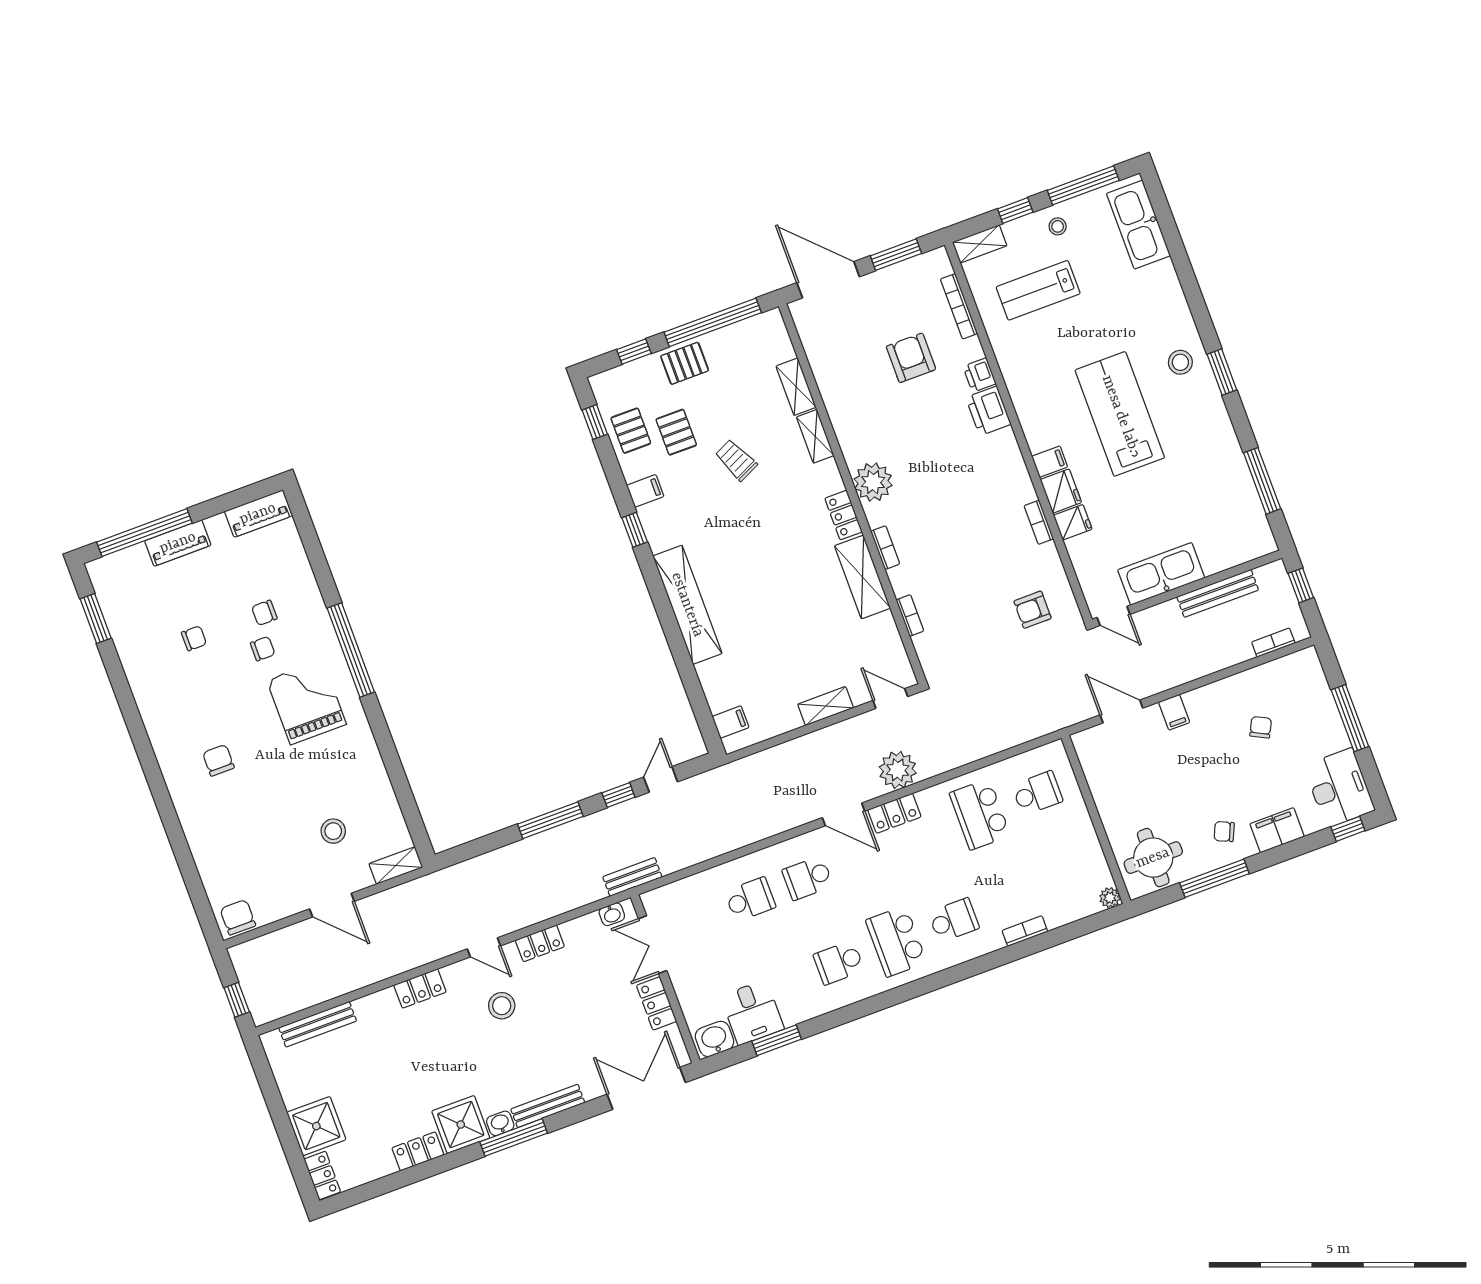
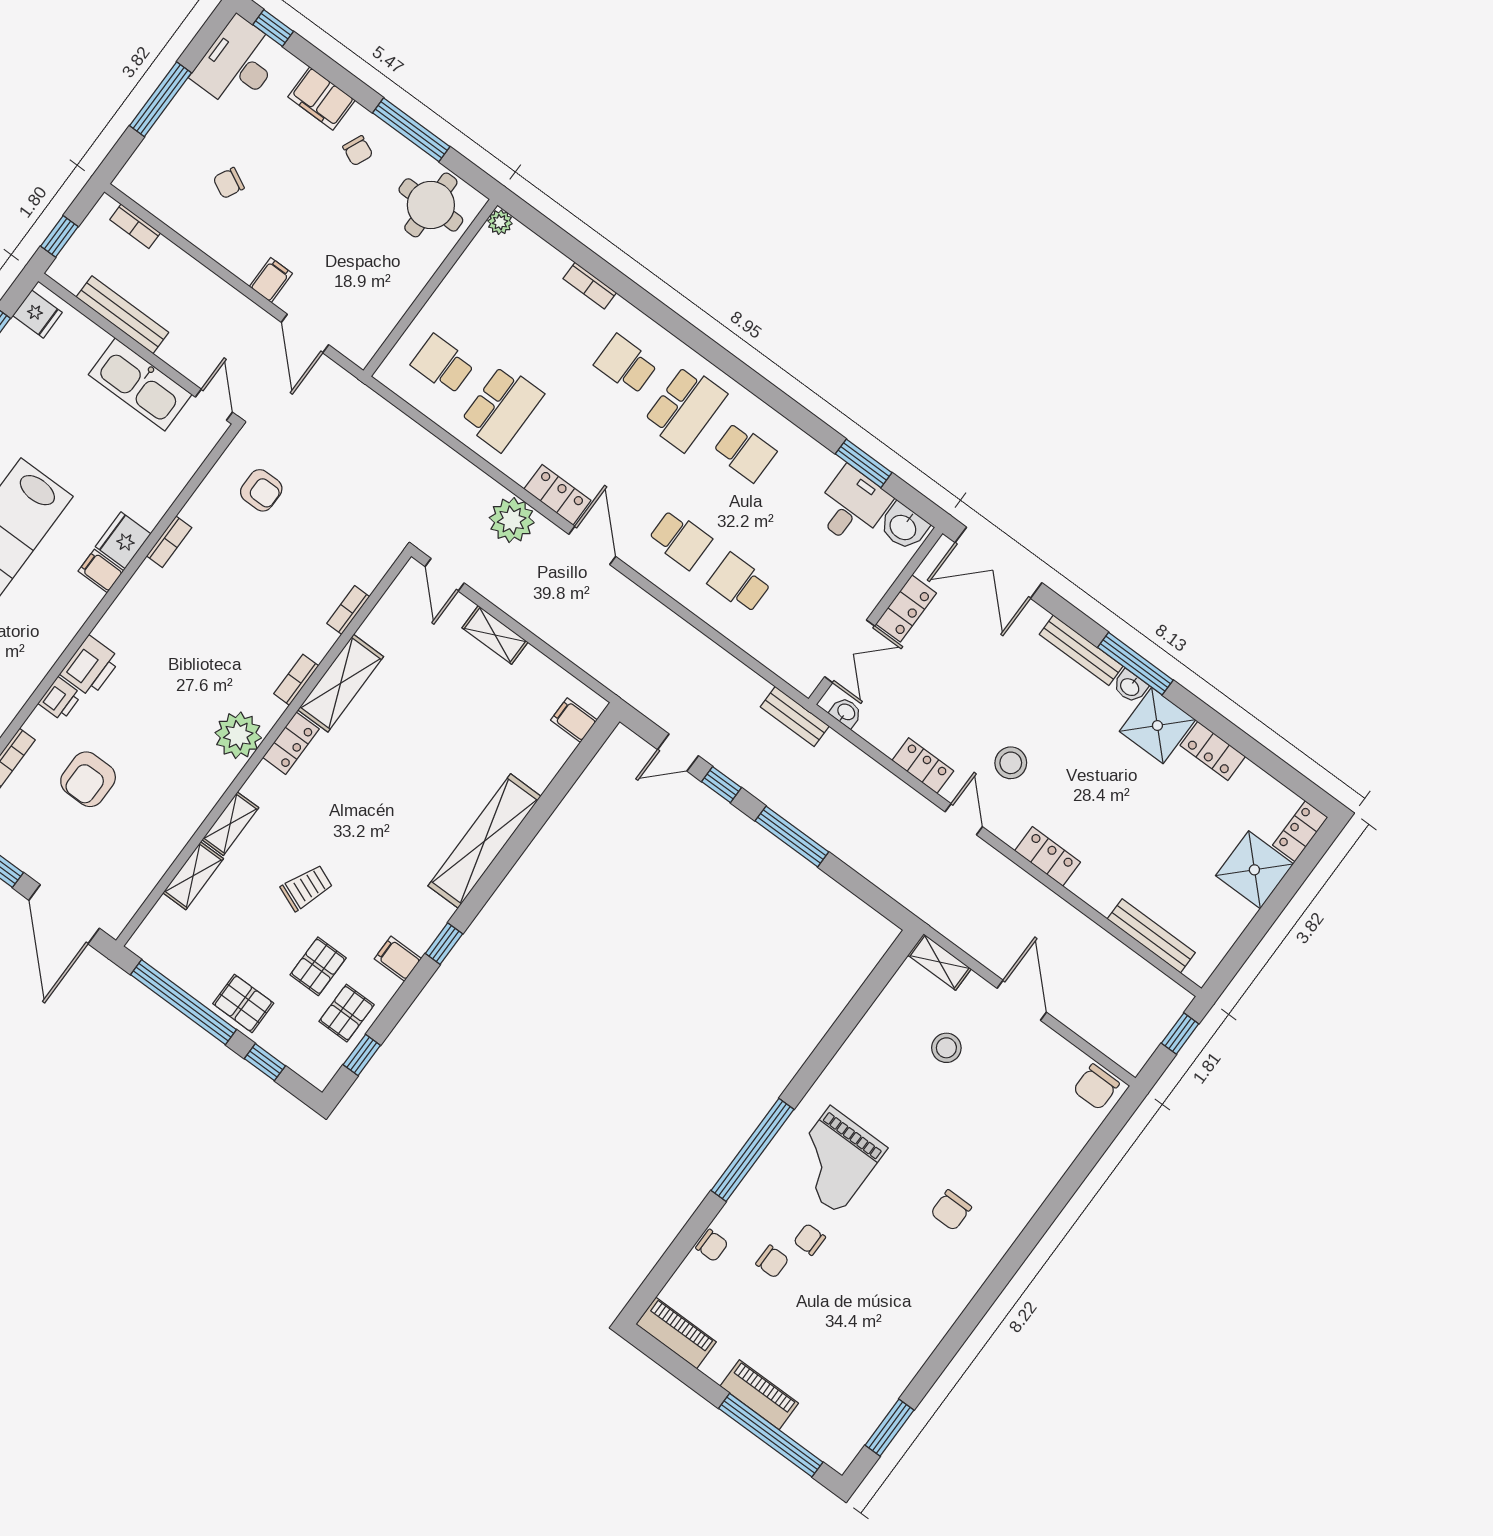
trolley: (736, 460) -> (307, 888), turned -133
fridge: (1073, 522) -> (37, 314), moved, turned 180
chair: (194, 638) -> (712, 1245), moved, turned 180

